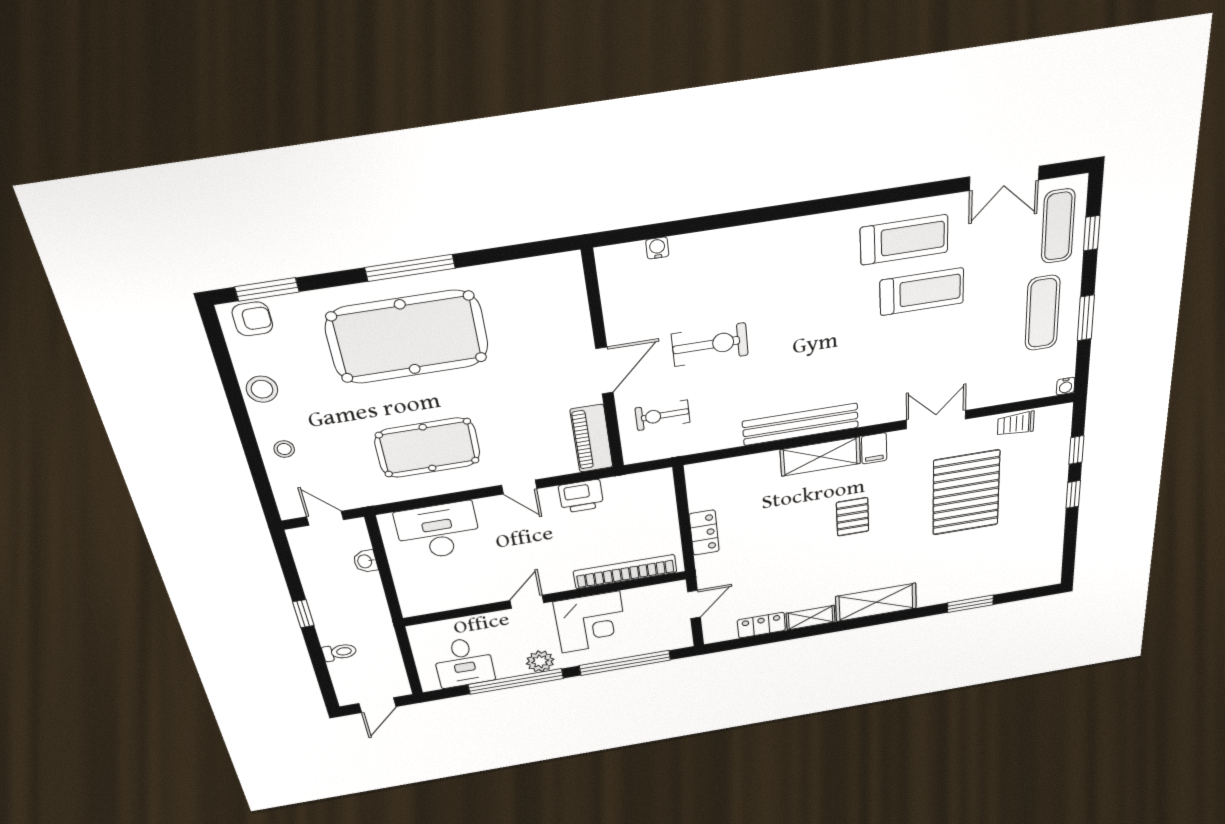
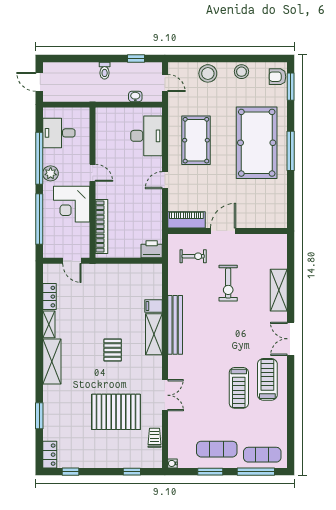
double door: (1004, 178) -> (291, 339), moved
window: (1092, 233) -> (256, 472), width x2.17
treadmill: (904, 240) -> (267, 379), turned 180
shelving: (716, 246) -> (279, 290), added
water cooler: (657, 248) -> (282, 263), removed
armchair: (252, 319) -> (277, 77), turned 90
door: (604, 371) -> (223, 231), swing flipped
exercise bike: (663, 415) -> (193, 256), turned 90
filing cabinet: (874, 448) -> (153, 306), moved
stool: (284, 449) -> (208, 73), width x1.89, depth x1.89
window: (1073, 494) -> (71, 472), moved
printer: (581, 496) -> (152, 249), moved, turned 90
pallet: (853, 517) -> (113, 350), turned 90
door: (325, 518) -> (165, 83), hinge flipped
locker: (704, 533) -> (50, 455), moved, turned -90
window: (303, 614) -> (136, 58), moved
toilet: (340, 652) -> (105, 71), moved

